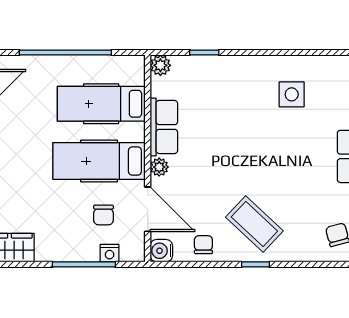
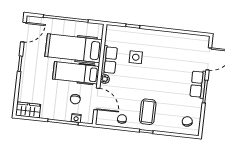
plant: (160, 65) -> (111, 30), removed
side table: (292, 94) -> (136, 57), moved
hospital bed: (101, 104) -> (74, 48), width x1.37, depth x1.29
coffee table: (254, 224) -> (148, 112), turned 47
water cooler: (161, 251) -> (101, 120), removed

